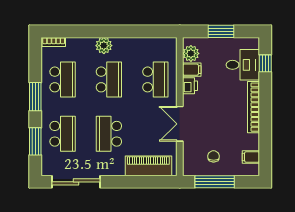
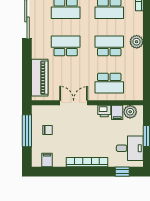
desk: (243, 65) -> (130, 148), moved, turned -90
school desk: (109, 79) -> (109, 46), turned 180

